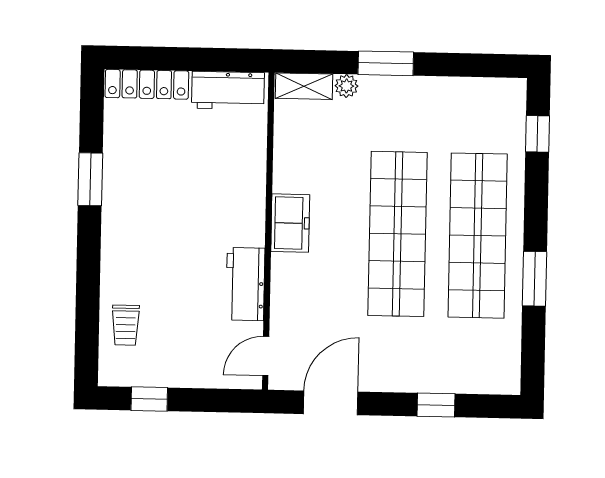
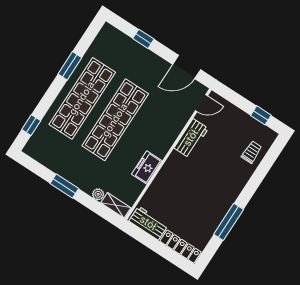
window: (386, 63) -> (64, 186), moved
window: (90, 179) -> (229, 222), width x1.44
freezer: (290, 223) -> (147, 167), moved

